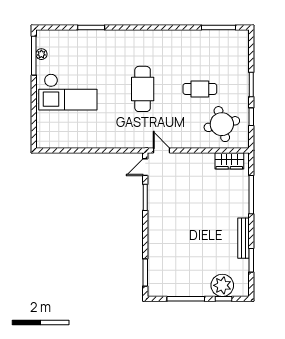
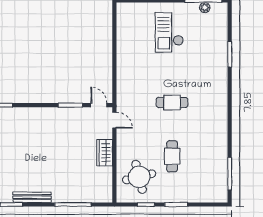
cafe table: (143, 89) -> (172, 102), width x0.73, depth x0.74
checkout: (68, 92) -> (169, 32), width x0.73, depth x0.83
door: (161, 150) -> (114, 120), hinge flipped
wardrobe: (229, 161) -> (105, 153), moved

